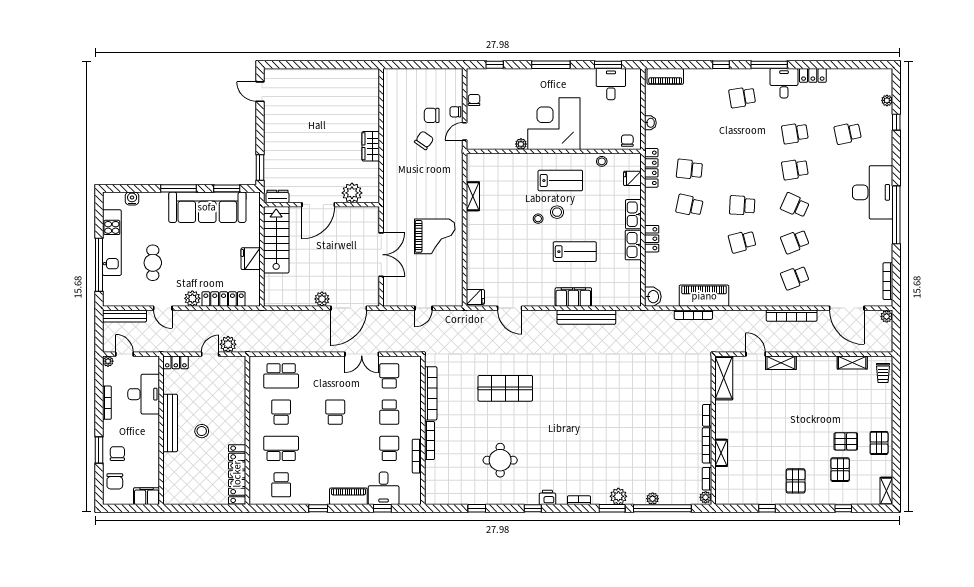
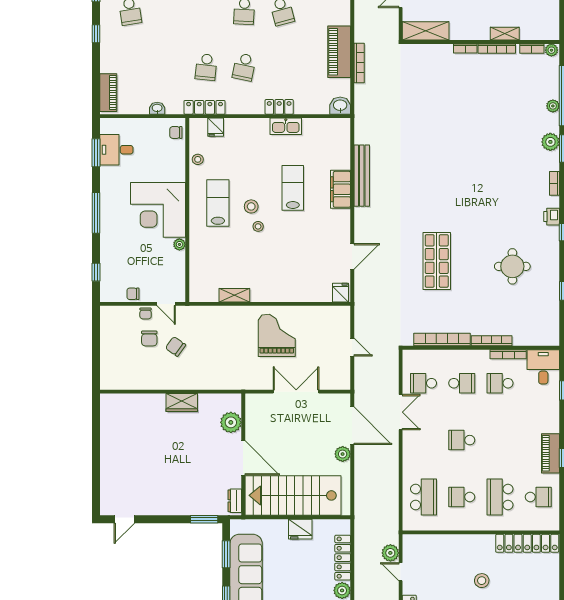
kitchen sink: (633, 214) -> (253, 126), removed
stairs: (276, 240) -> (293, 495), width x1.36, depth x1.51
desk: (384, 488) -> (543, 367), moved, turned -90
piano: (348, 496) -> (550, 453), moved

